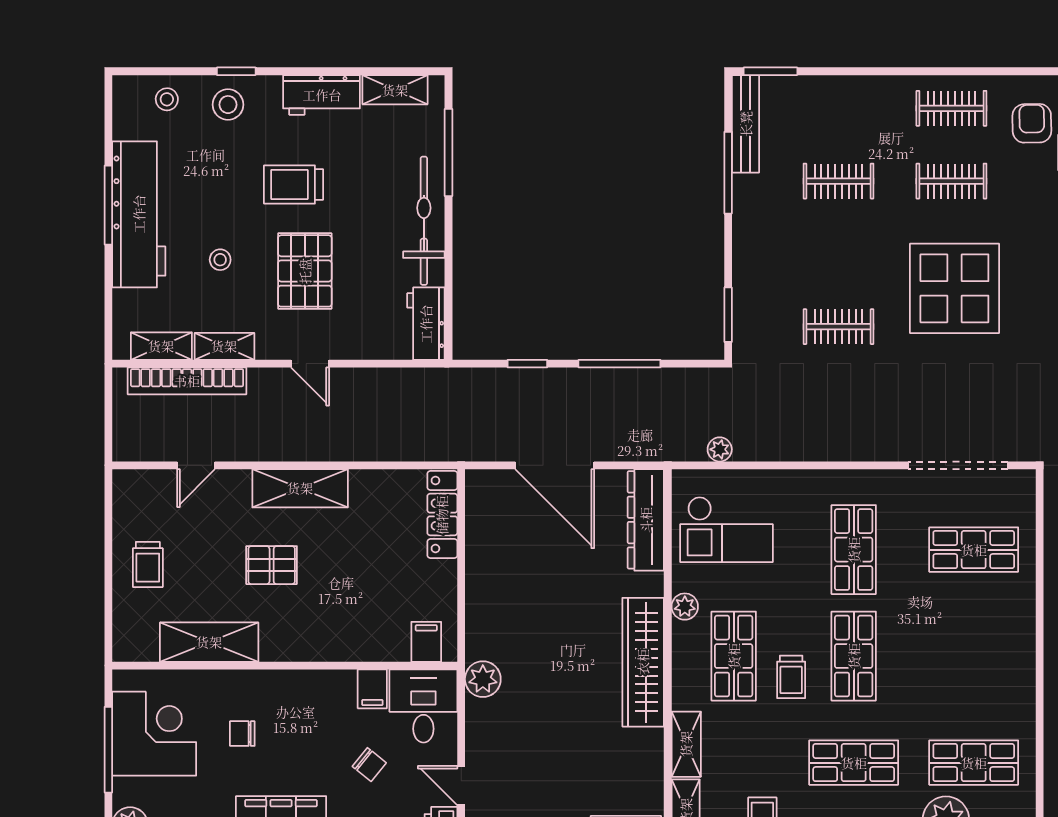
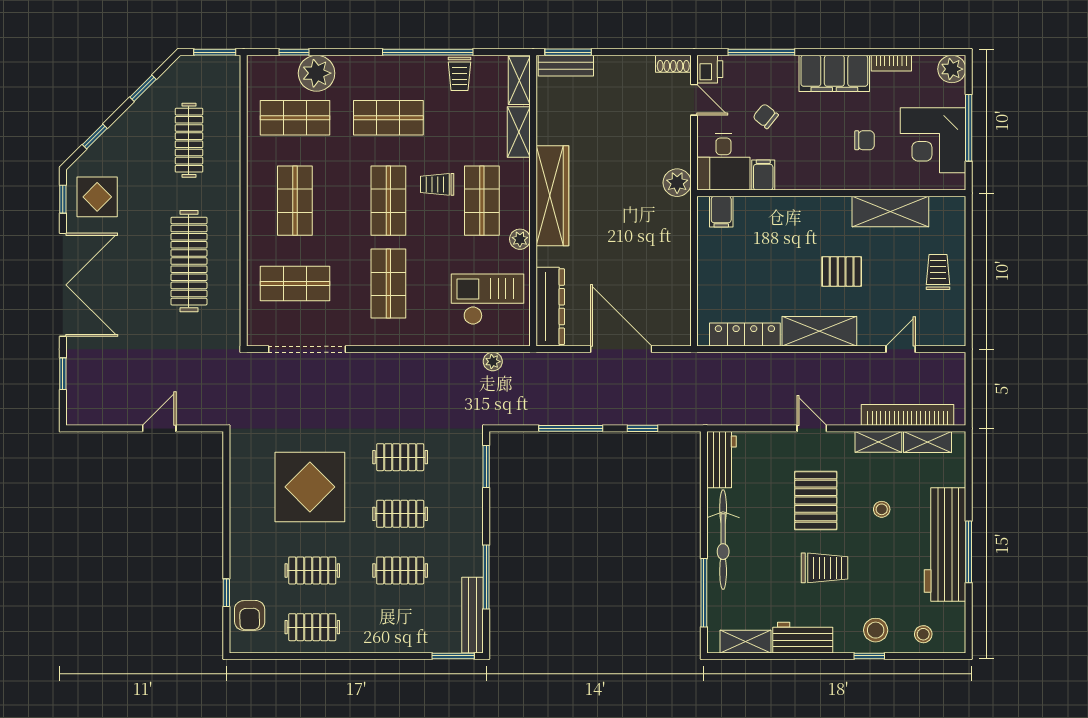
clothes rail: (839, 254) -> (400, 514), added
locker: (442, 515) -> (745, 334), moved, turned -90
shop shelf: (974, 656) -> (295, 201), added
trolley: (791, 677) -> (437, 184), turned -90

